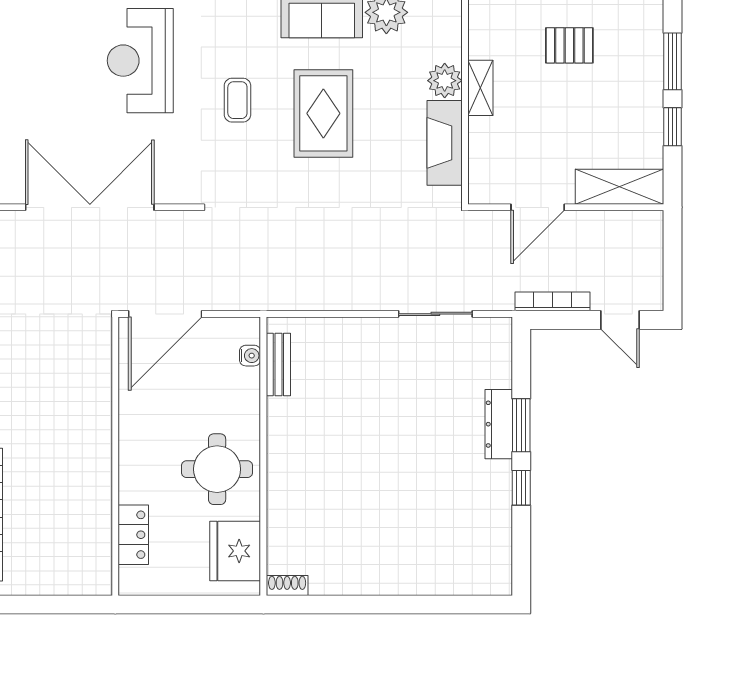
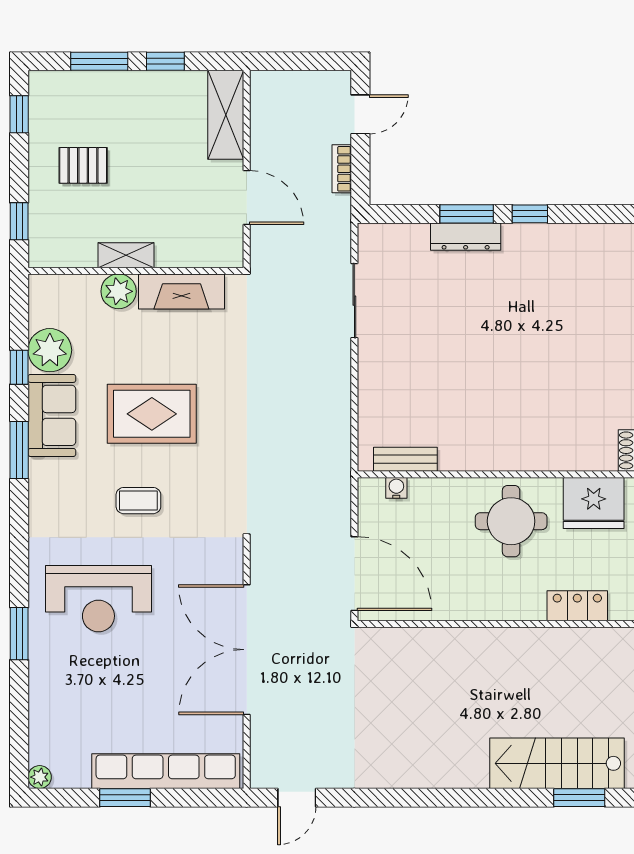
pallet: (569, 45) -> (83, 165), turned 90
bookcase: (553, 301) -> (342, 169), width x0.64

